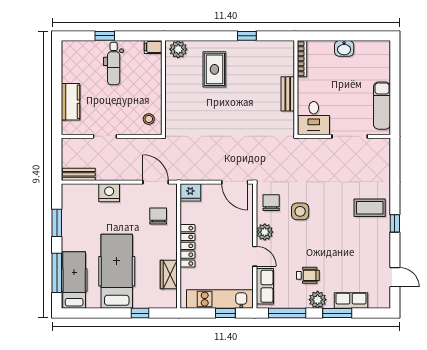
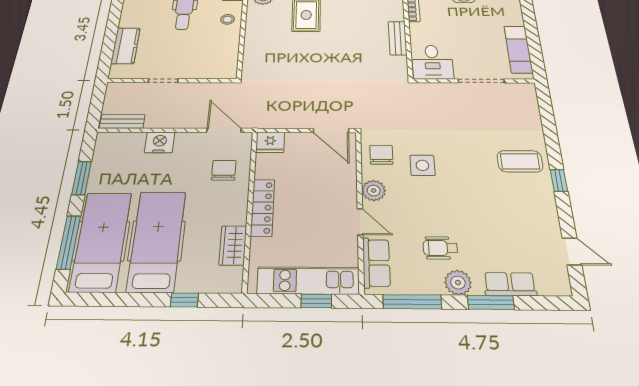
stool: (149, 119) -> (228, 19), moved
wheelchair: (308, 275) -> (440, 248), turned 180
hospital bed: (74, 280) -> (101, 241), width x1.37, depth x1.29

